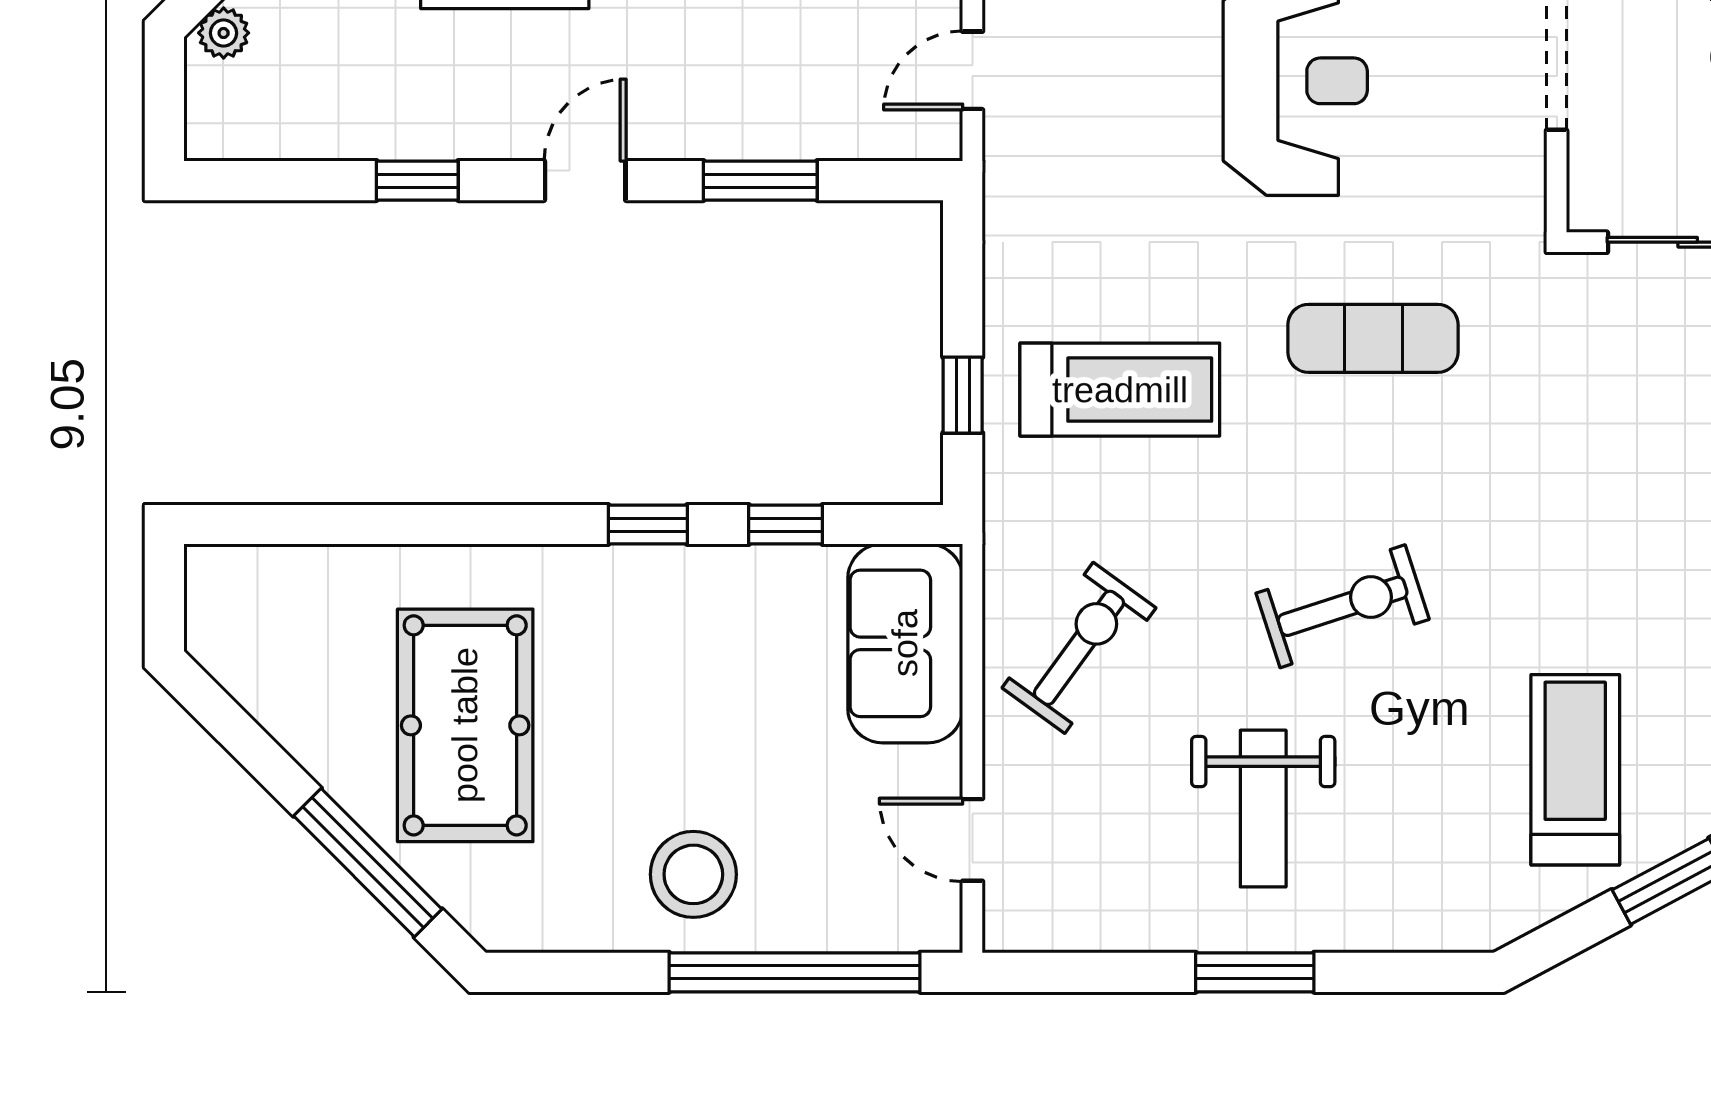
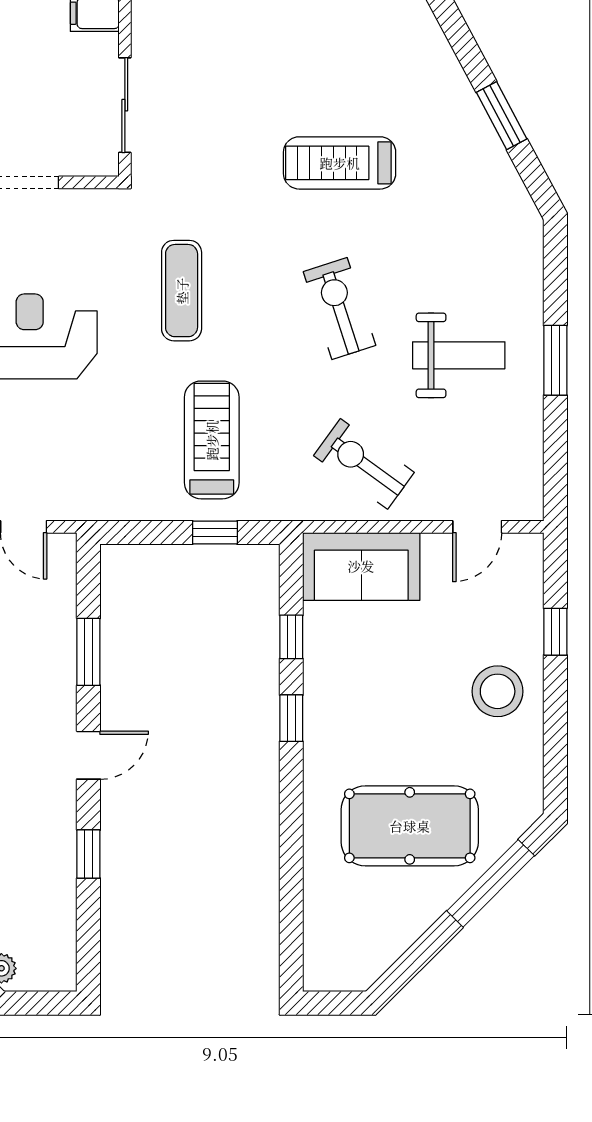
door: (585, 181) -> (88, 755), swing flipped
treadmill: (1575, 770) -> (340, 163), moved
window: (794, 972) -> (555, 632), width x0.32

